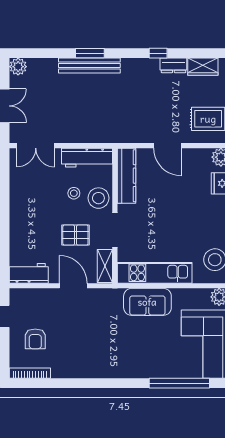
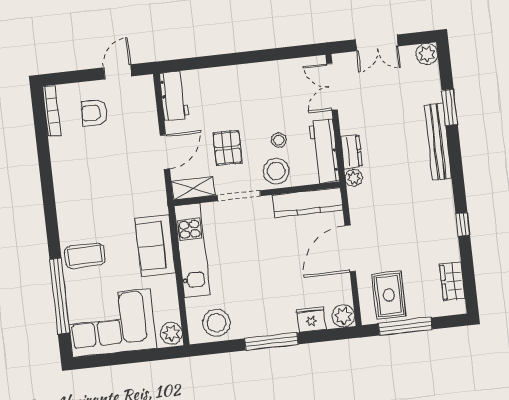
window: (90, 53) -> (450, 107), moved
dresser: (173, 65) -> (352, 152), moved, turned 180
plant: (111, 136) -> (354, 178), added
door: (167, 146) -> (350, 248), width x1.36
coffee table: (149, 359) -> (85, 256), added

